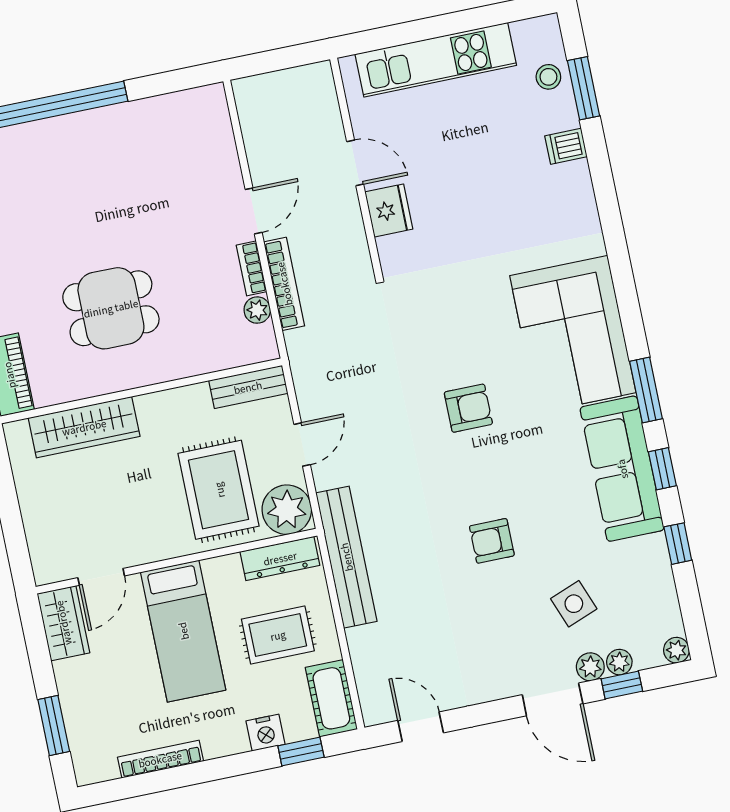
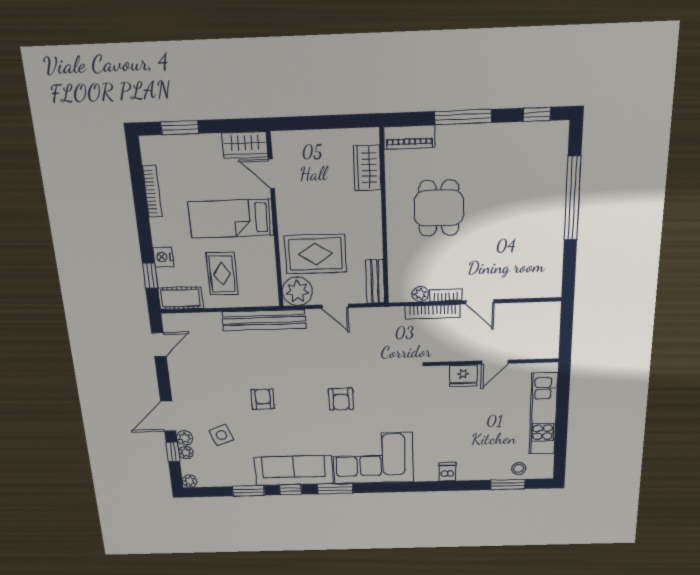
dishwasher: (566, 146) -> (447, 472), moved
wardrobe: (84, 427) -> (367, 168), width x0.67
window: (678, 544) -> (248, 491), width x1.50
dresser: (280, 558) -> (268, 283), removed

